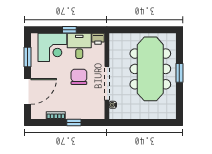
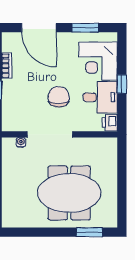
meeting table: (150, 69) -> (69, 193), width x0.73
window: (179, 73) -> (89, 232), moved
chair: (79, 77) -> (59, 97), turned -90

